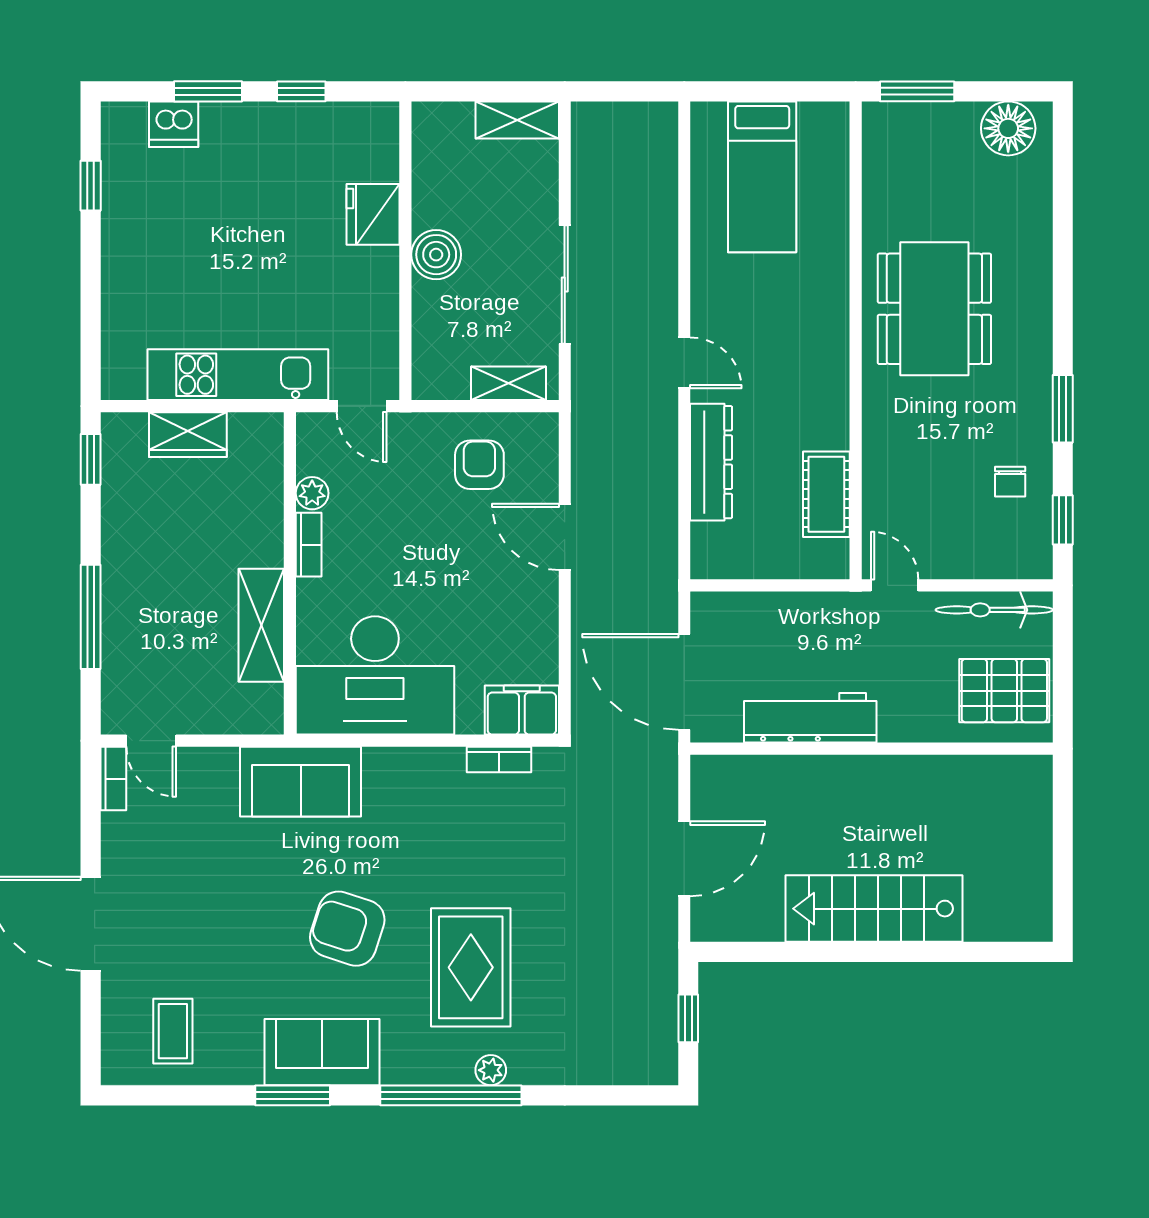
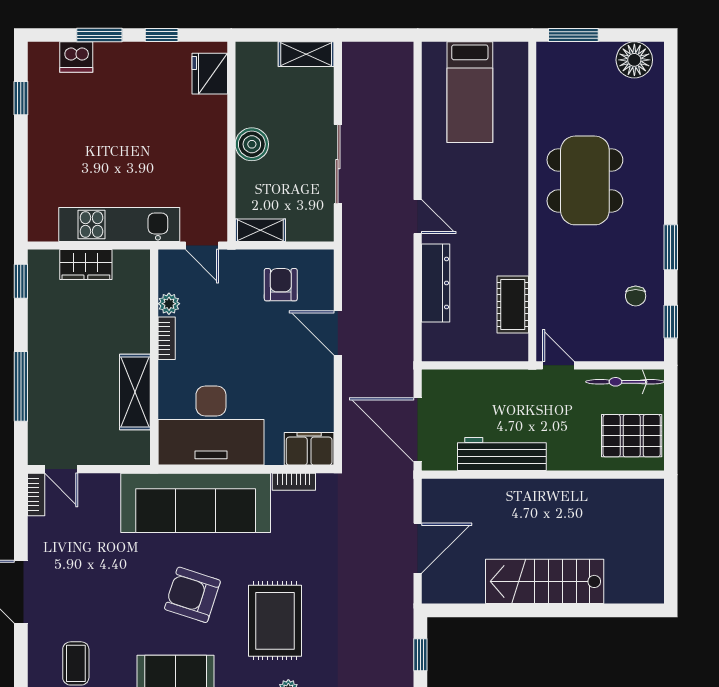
fridge: (373, 214) -> (210, 74), moved
shelving: (508, 383) -> (260, 230), moved
sofa: (301, 782) -> (196, 503), width x1.85, depth x1.27

